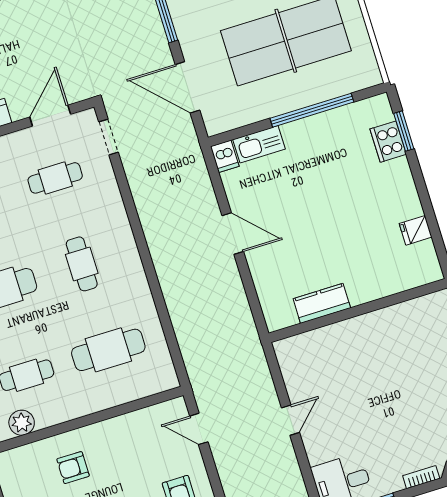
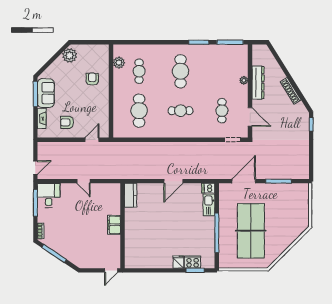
fridge: (416, 230) -> (178, 262), moved
kitchen counter: (322, 303) -> (131, 195), moved
filing cabinet: (361, 329) -> (114, 225), added

